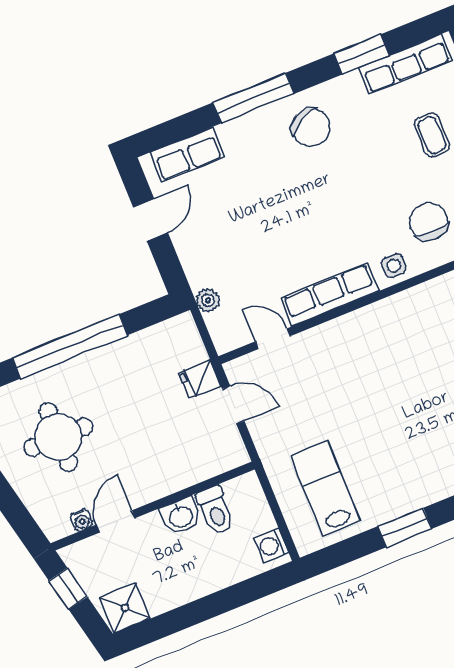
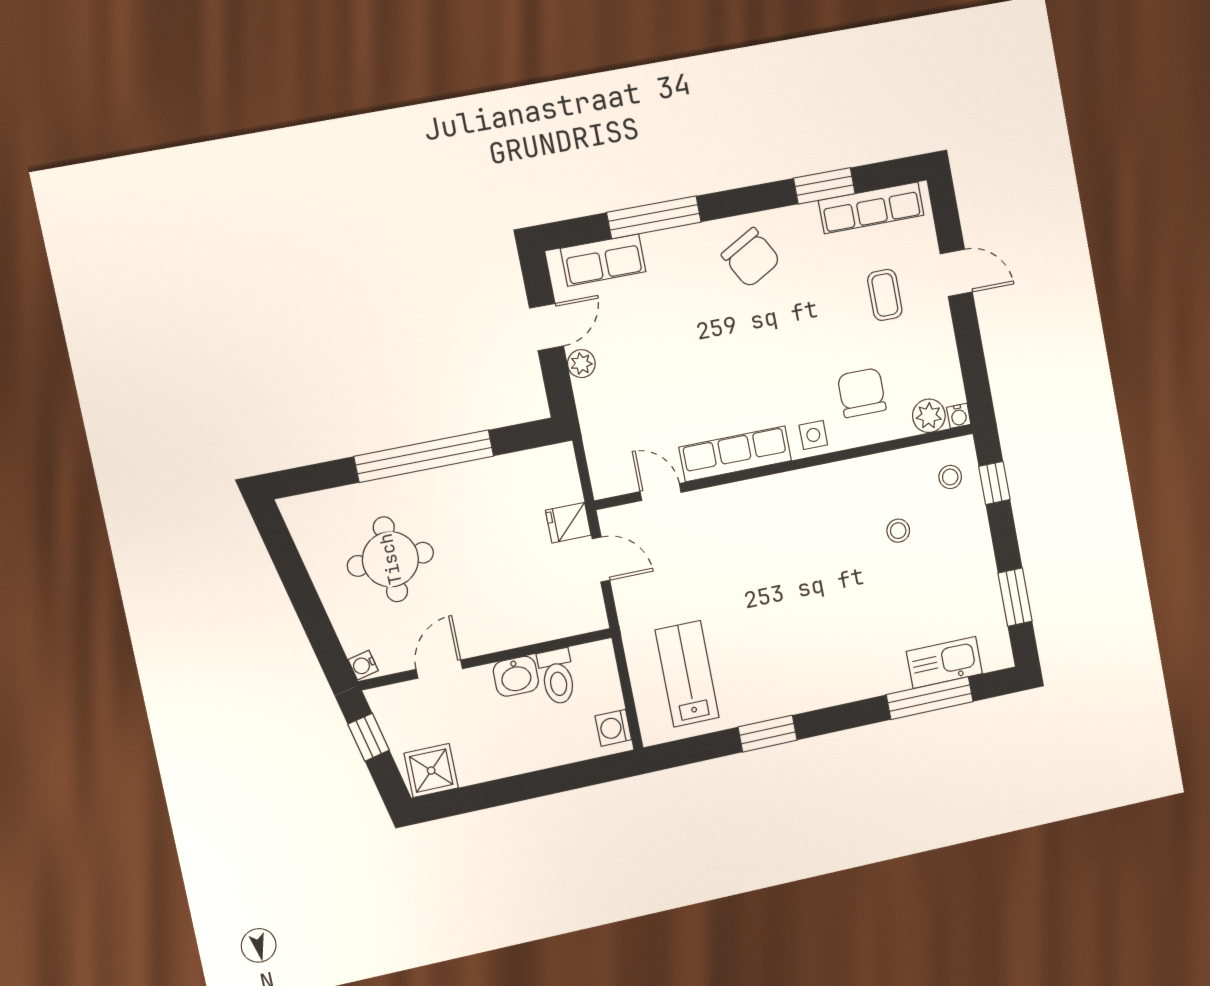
window: (254, 98) -> (654, 217), moved
plant: (208, 300) -> (581, 364), moved
water cooler: (82, 520) -> (363, 665), moved, turned 77

